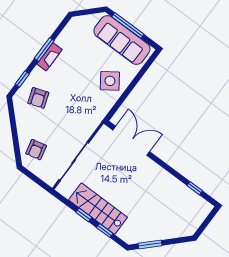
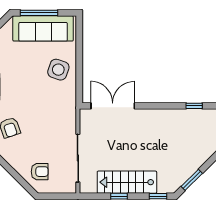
side table: (110, 81) -> (58, 70), turned -36
armchair: (36, 150) -> (40, 172), turned -77
window: (105, 230) -> (158, 196), moved

